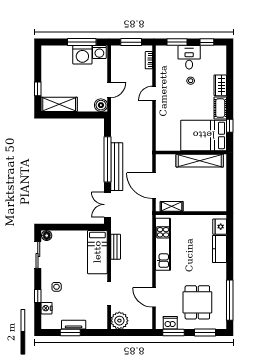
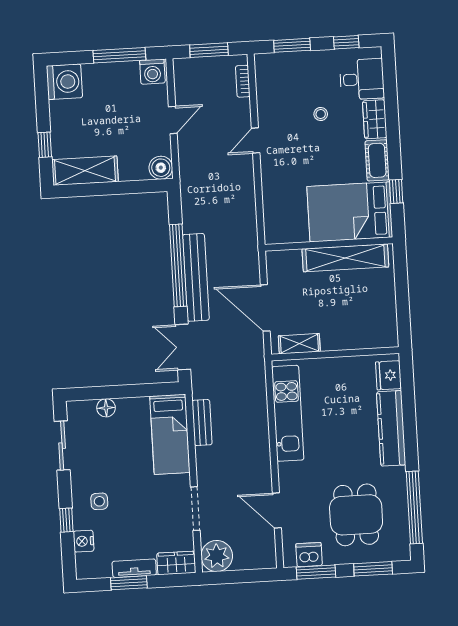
washing machine: (82, 55) -> (64, 82), moved, turned -90
desk: (189, 57) -> (362, 79), moved, turned 90
door: (109, 90) -> (173, 120), moved
floor lamp: (47, 236) -> (106, 408), moved
kitchen counter: (219, 249) -> (391, 428), width x1.50
wardrobe: (97, 323) -> (176, 563), added

